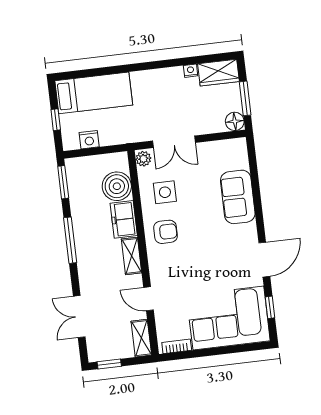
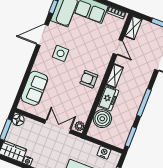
side table: (165, 192) -> (61, 53), moved
sofa: (238, 197) -> (34, 88), moved

